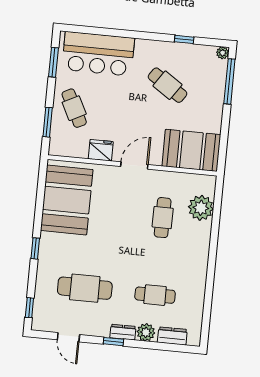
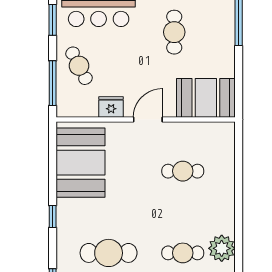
cafe table: (167, 85) -> (174, 32), turned 56
window: (48, 122) -> (53, 83), width x1.44
plant: (201, 208) -> (222, 248), moved
cafe table: (163, 218) -> (183, 171), turned 90

